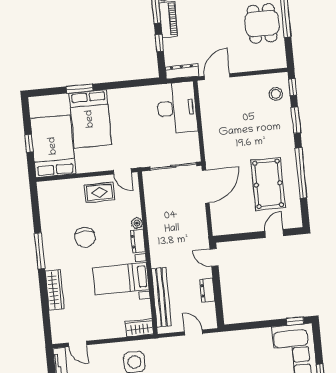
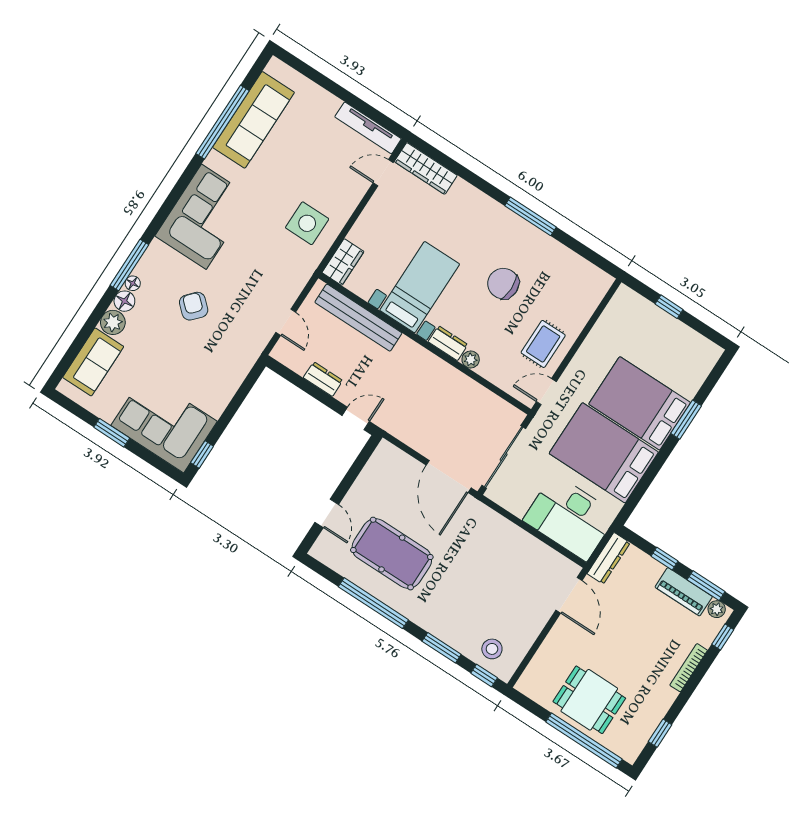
bed: (53, 146) -> (604, 453), moved, turned 180
wardrobe: (55, 290) -> (426, 168), moved
door: (193, 332) -> (286, 322), hinge flipped

